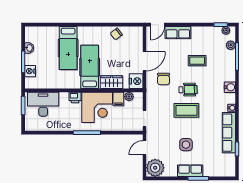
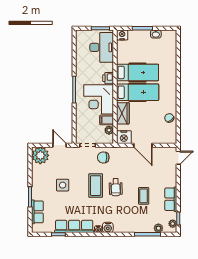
door: (158, 25) -> (178, 158), swing flipped
row of seats: (178, 32) -> (171, 199), moved
hospital bed: (68, 48) -> (137, 72), moved, turned 180
nightstand: (30, 71) -> (122, 35), moved
chair: (164, 79) -> (103, 157), moved
water cooler: (230, 87) -> (108, 227), moved
row of seats: (190, 171) -> (37, 212), moved

